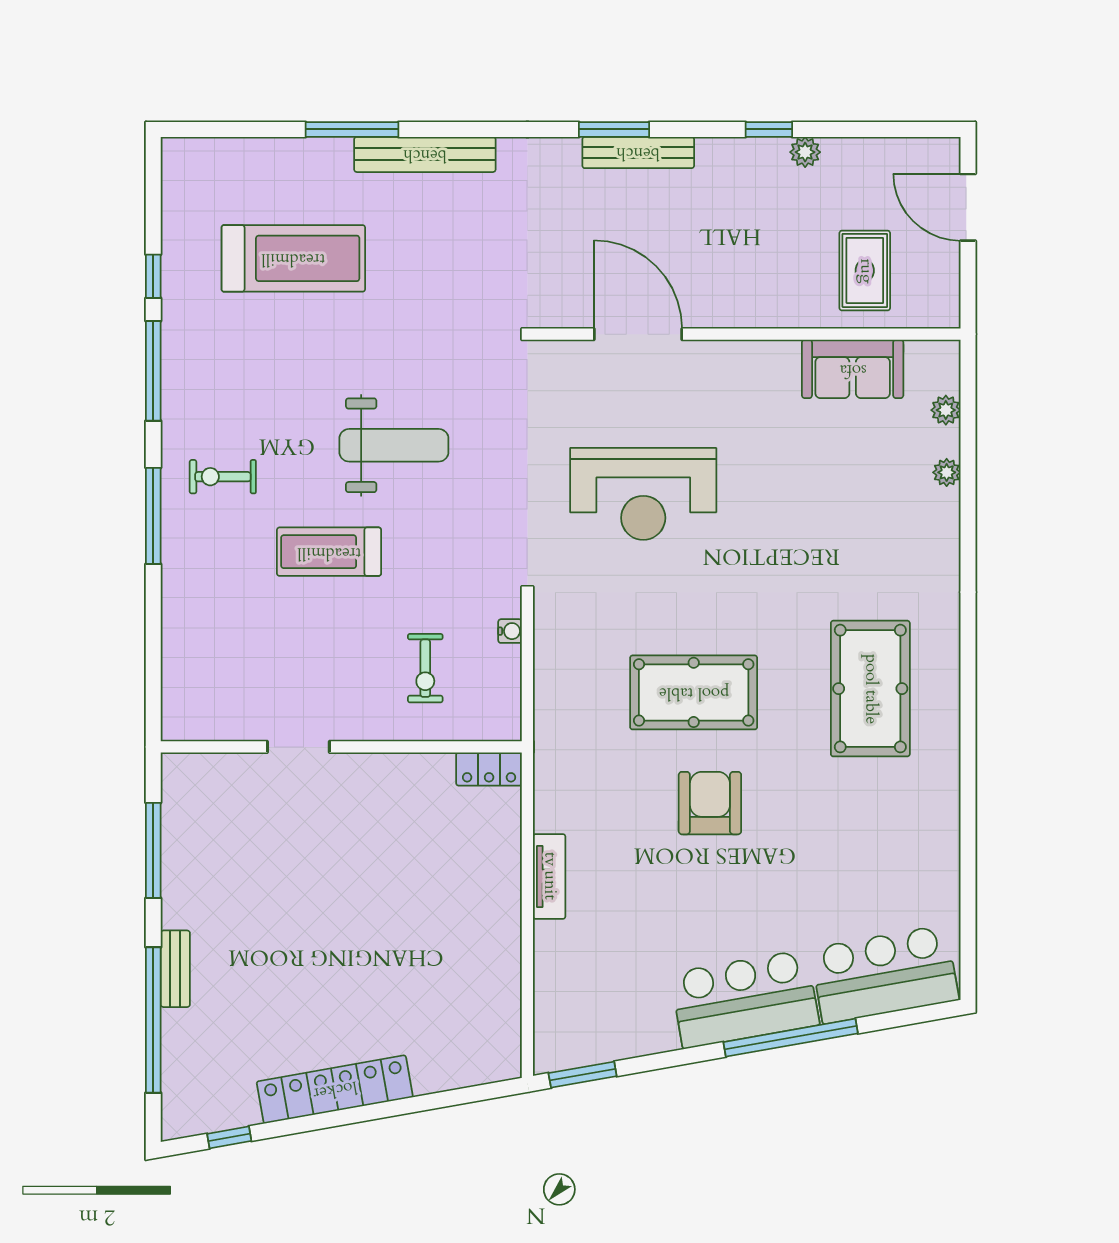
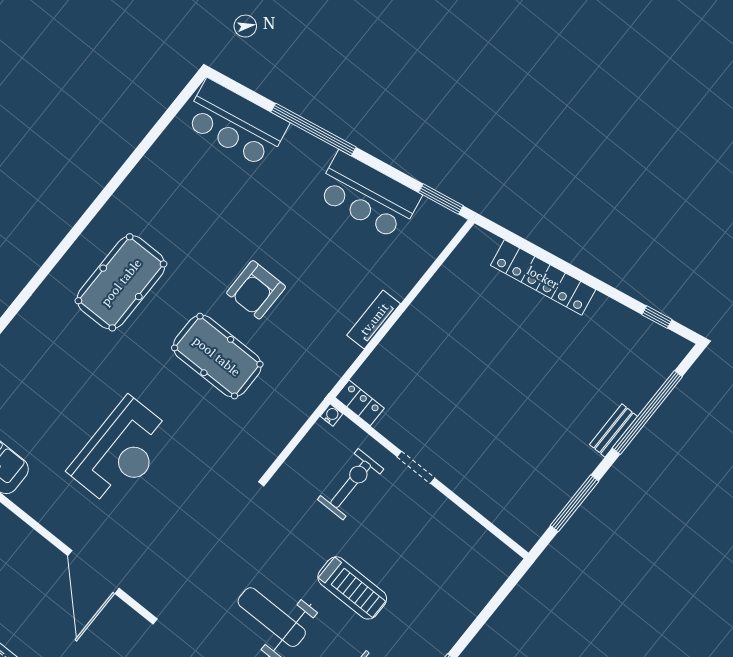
reception desk: (643, 494) -> (121, 452), moved, turned 90
water cooler: (510, 631) -> (331, 415), moved, turned 90
exercise bike: (425, 668) -> (351, 484), width x1.38, depth x1.39
doorway: (298, 747) -> (416, 467), moved
bar counter: (745, 999) -> (368, 195), moved
locker: (335, 1089) -> (543, 277), moved

